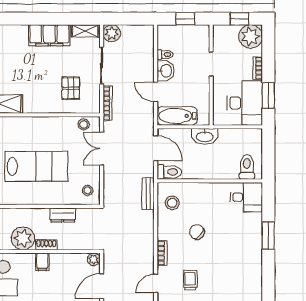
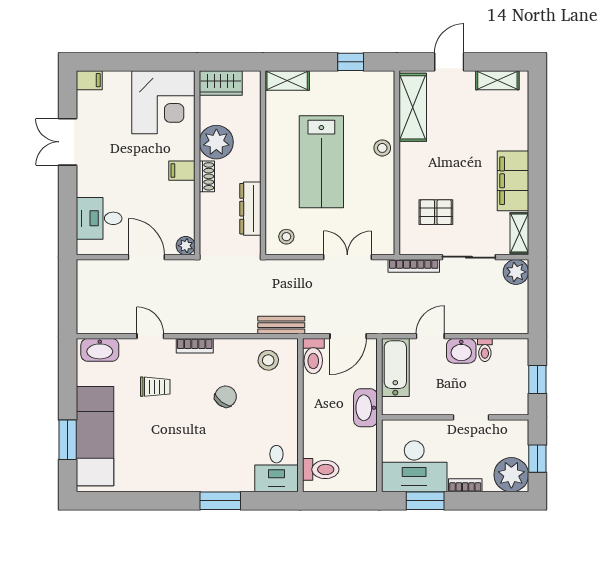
stool: (84, 124) -> (382, 148), moved
dresser: (63, 215) -> (250, 209), width x1.44

